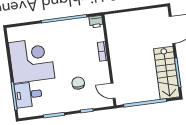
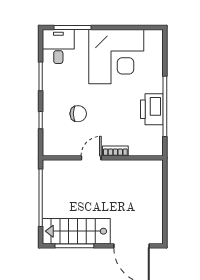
printer: (96, 22) -> (152, 109), moved, width x1.87, depth x1.48
door: (113, 91) -> (91, 158), moved
desk: (28, 95) -> (58, 46), moved

